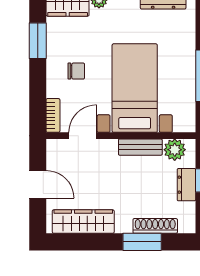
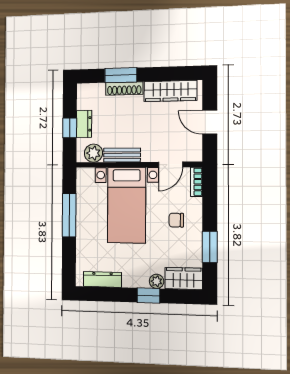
shoe rack: (155, 226) -> (124, 88), moved

